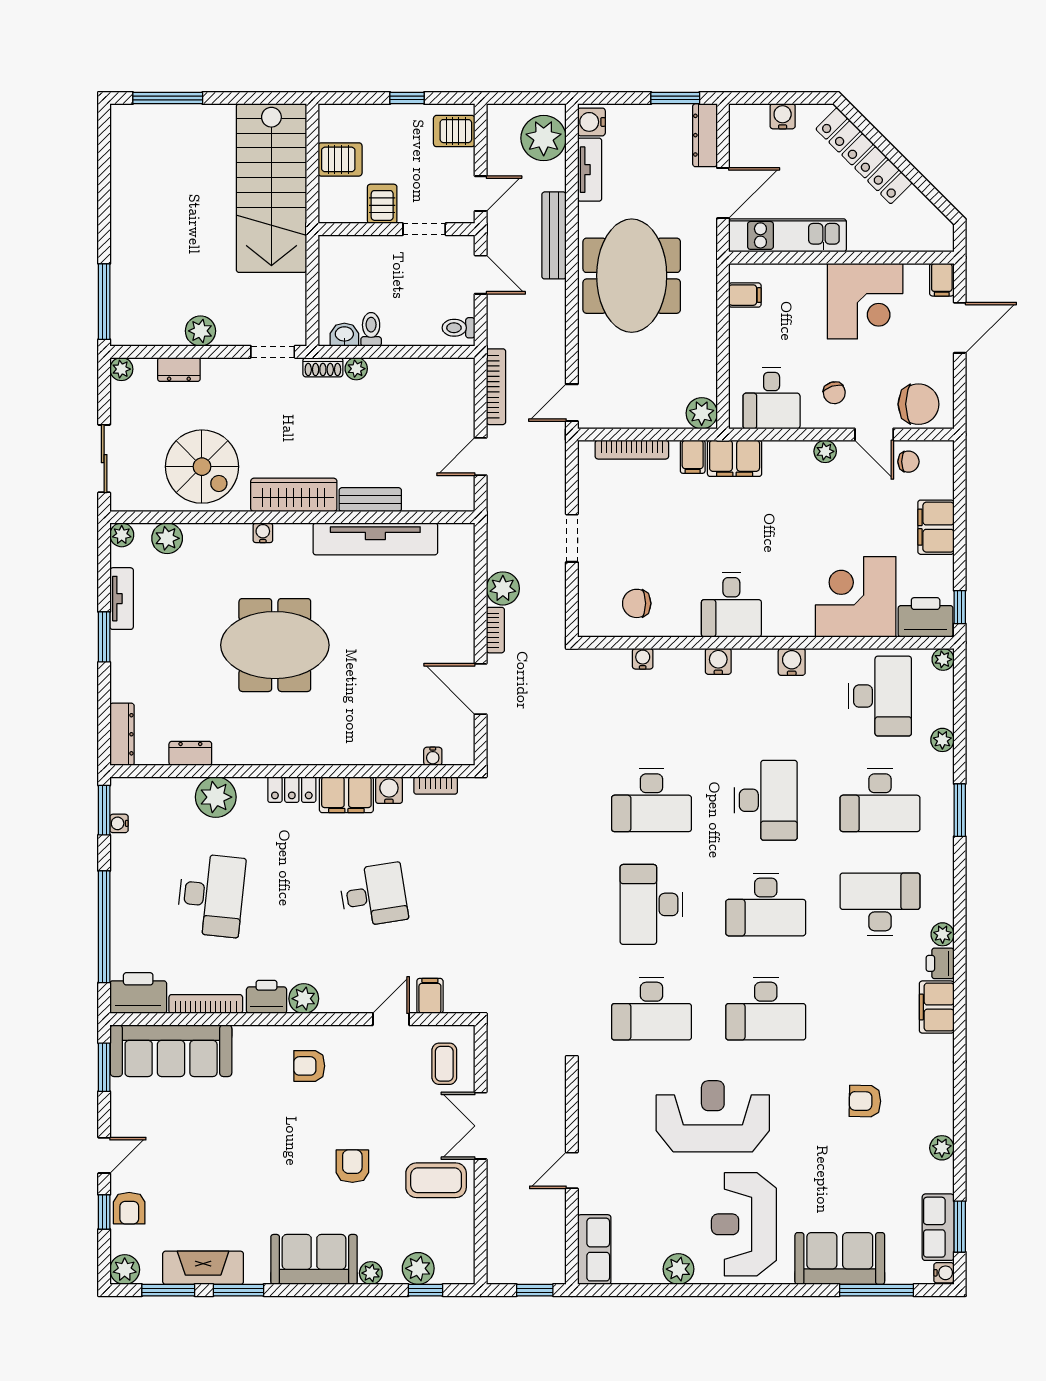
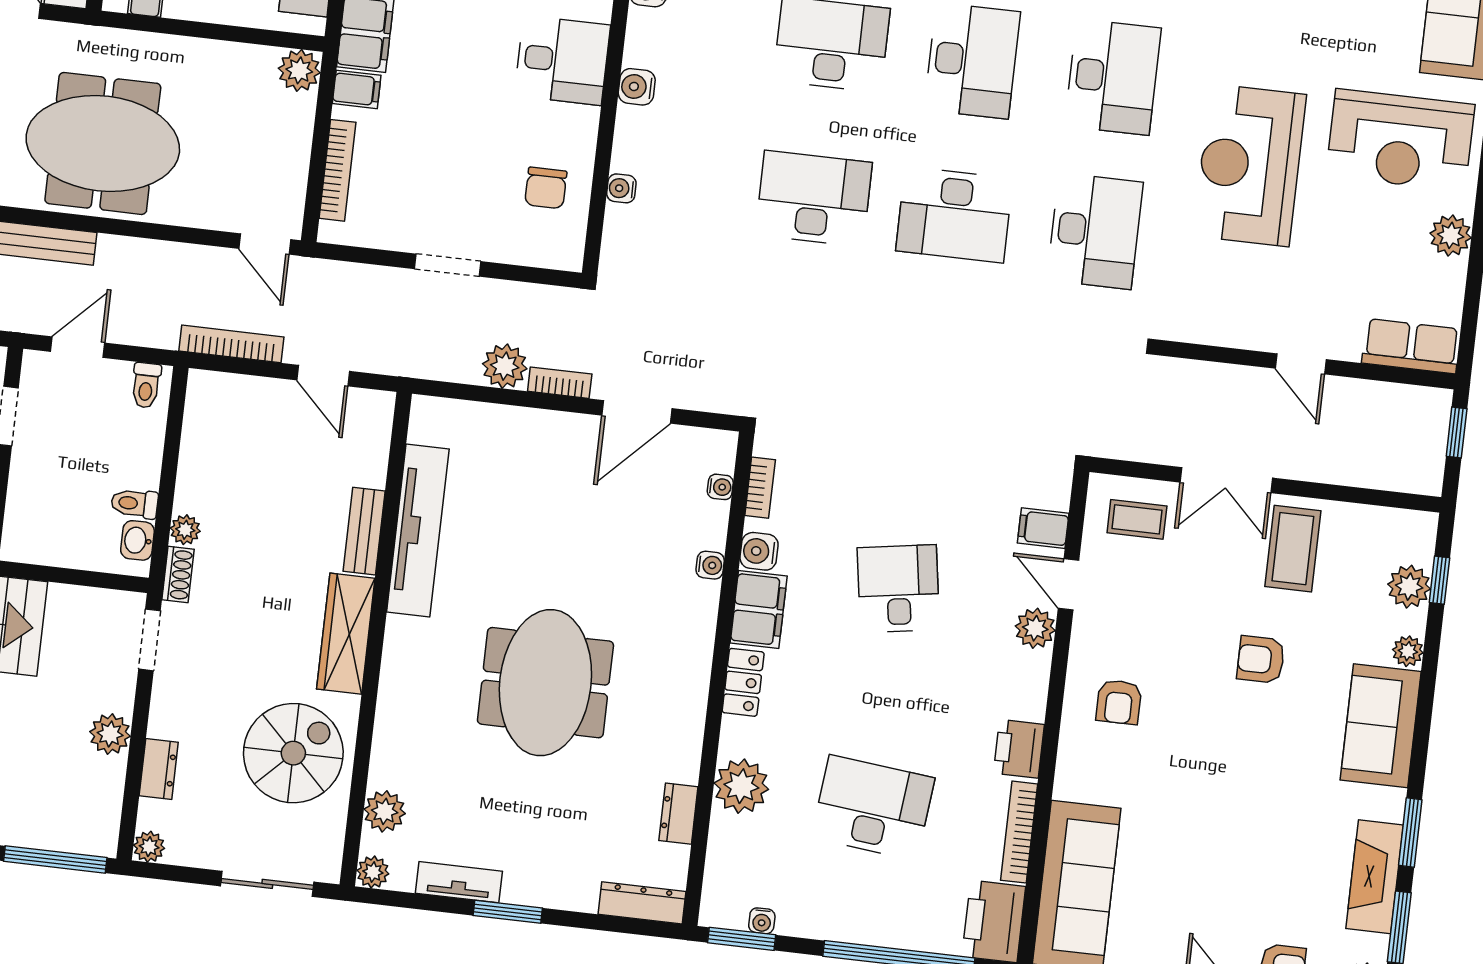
water cooler: (263, 533) -> (710, 565), moved, turned 180
desk: (652, 800) -> (814, 199), turned -90
plant: (304, 999) -> (1035, 628), moved

